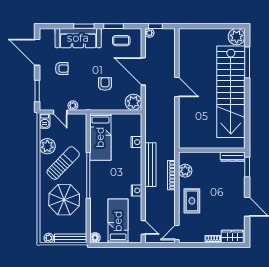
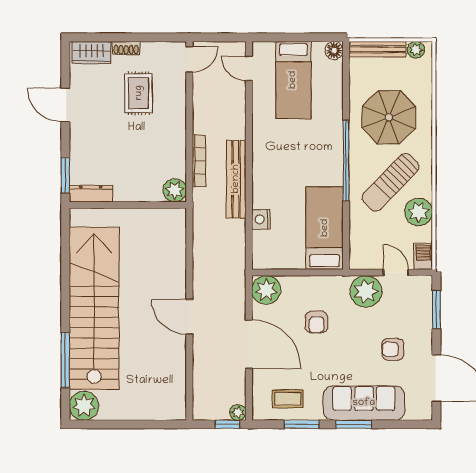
plant: (73, 105) -> (366, 291), width x1.88, depth x1.88
plant: (185, 171) -> (175, 190), moved
nightstand: (136, 190) -> (261, 134), removed
rug: (192, 201) -> (139, 93), moved

